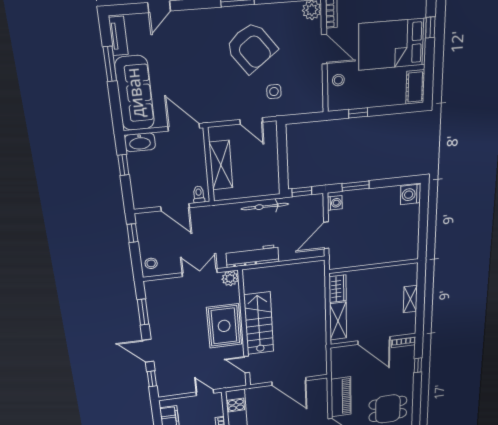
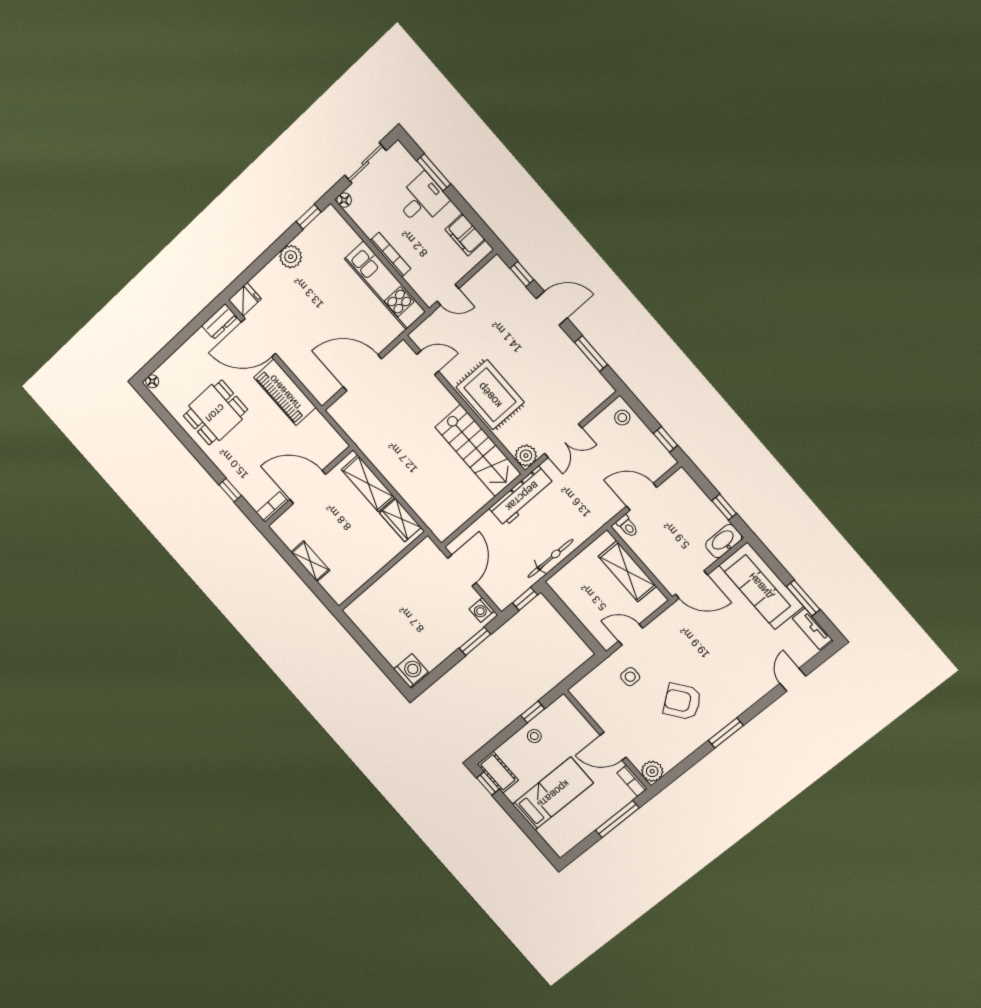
window: (430, 27) -> (488, 784), moved
bed: (392, 44) -> (553, 794), width x0.67
armchair: (251, 48) -> (682, 702), width x0.73, depth x0.73
stool: (338, 80) -> (534, 736), moved
stairs: (259, 323) -> (478, 451), moved

